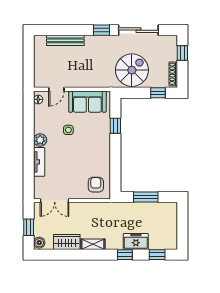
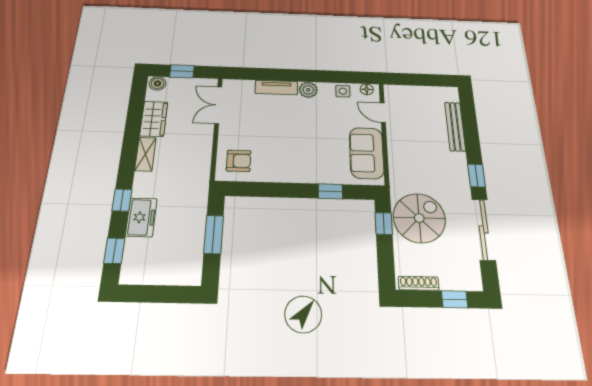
spiral stairs: (132, 70) -> (419, 218), turned -90
window: (158, 93) -> (384, 223), moved
side table: (68, 130) -> (343, 91), moved

